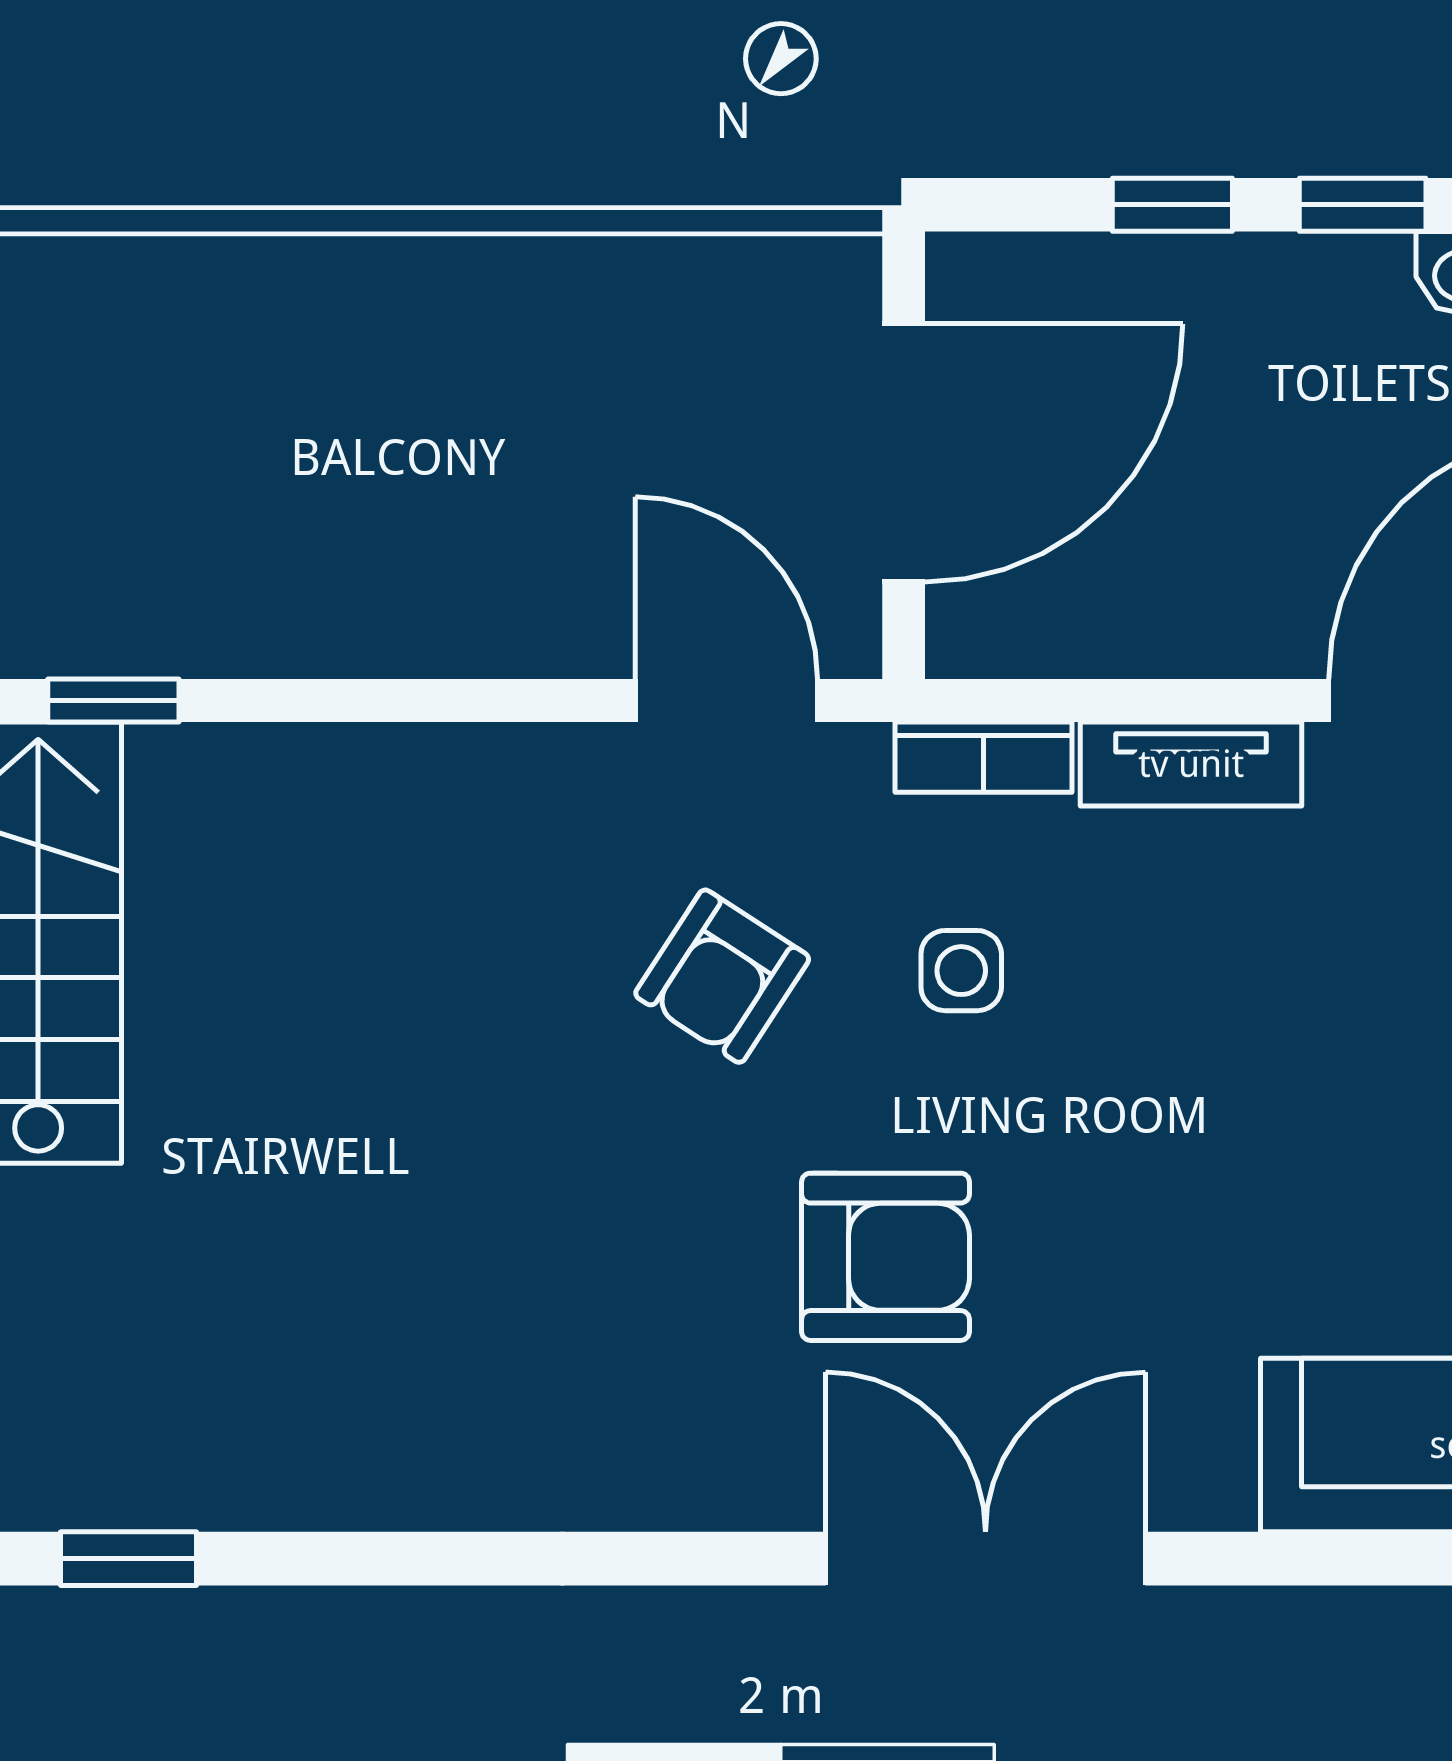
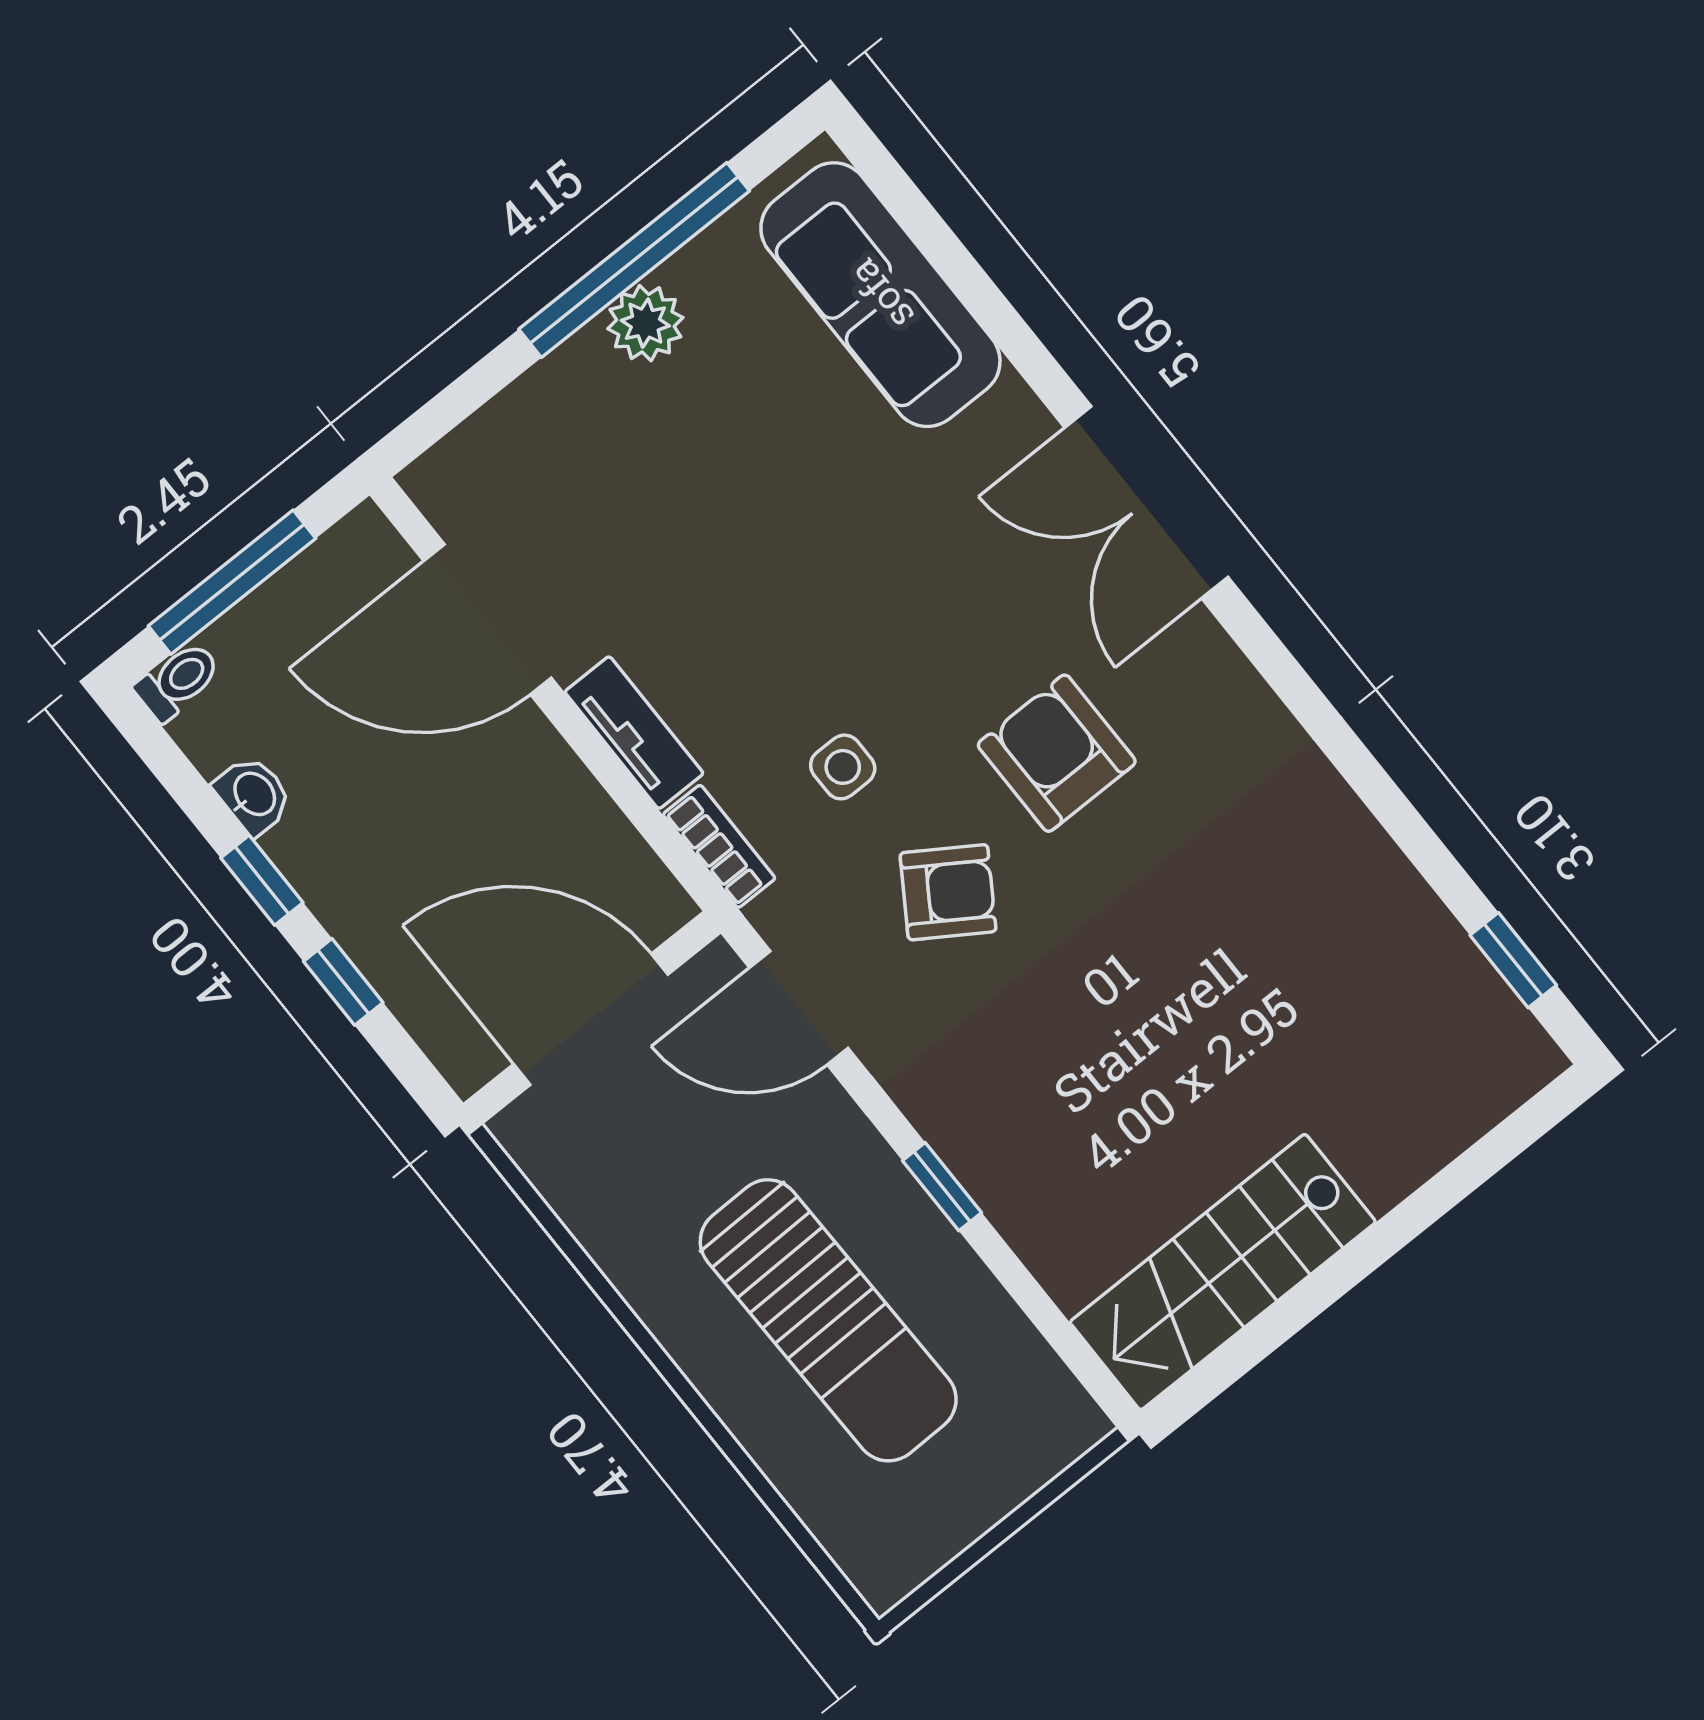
sun lounger: (343, 448) -> (828, 1320), added
window: (113, 700) -> (942, 1187), moved
door: (727, 700) -> (799, 1008), hinge flipped
armchair: (885, 1257) -> (1057, 753), moved

